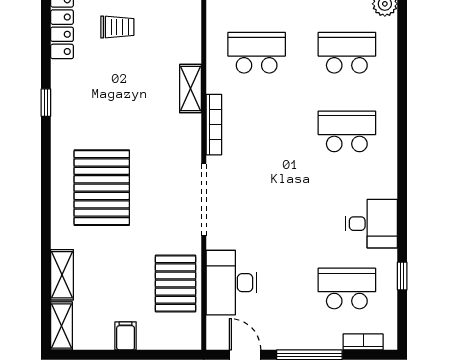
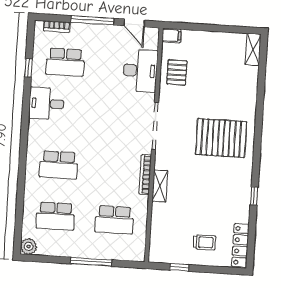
trolley: (117, 27) -> (204, 242), turned 180
shelving: (190, 89) -> (160, 186), moved
pallet: (102, 188) -> (221, 138), turned 90
shelving: (62, 275) -> (251, 83), removed
pallet: (175, 284) -> (177, 72), width x0.67, depth x0.71
filing cabinet: (126, 336) -> (171, 35), moved, turned -90

